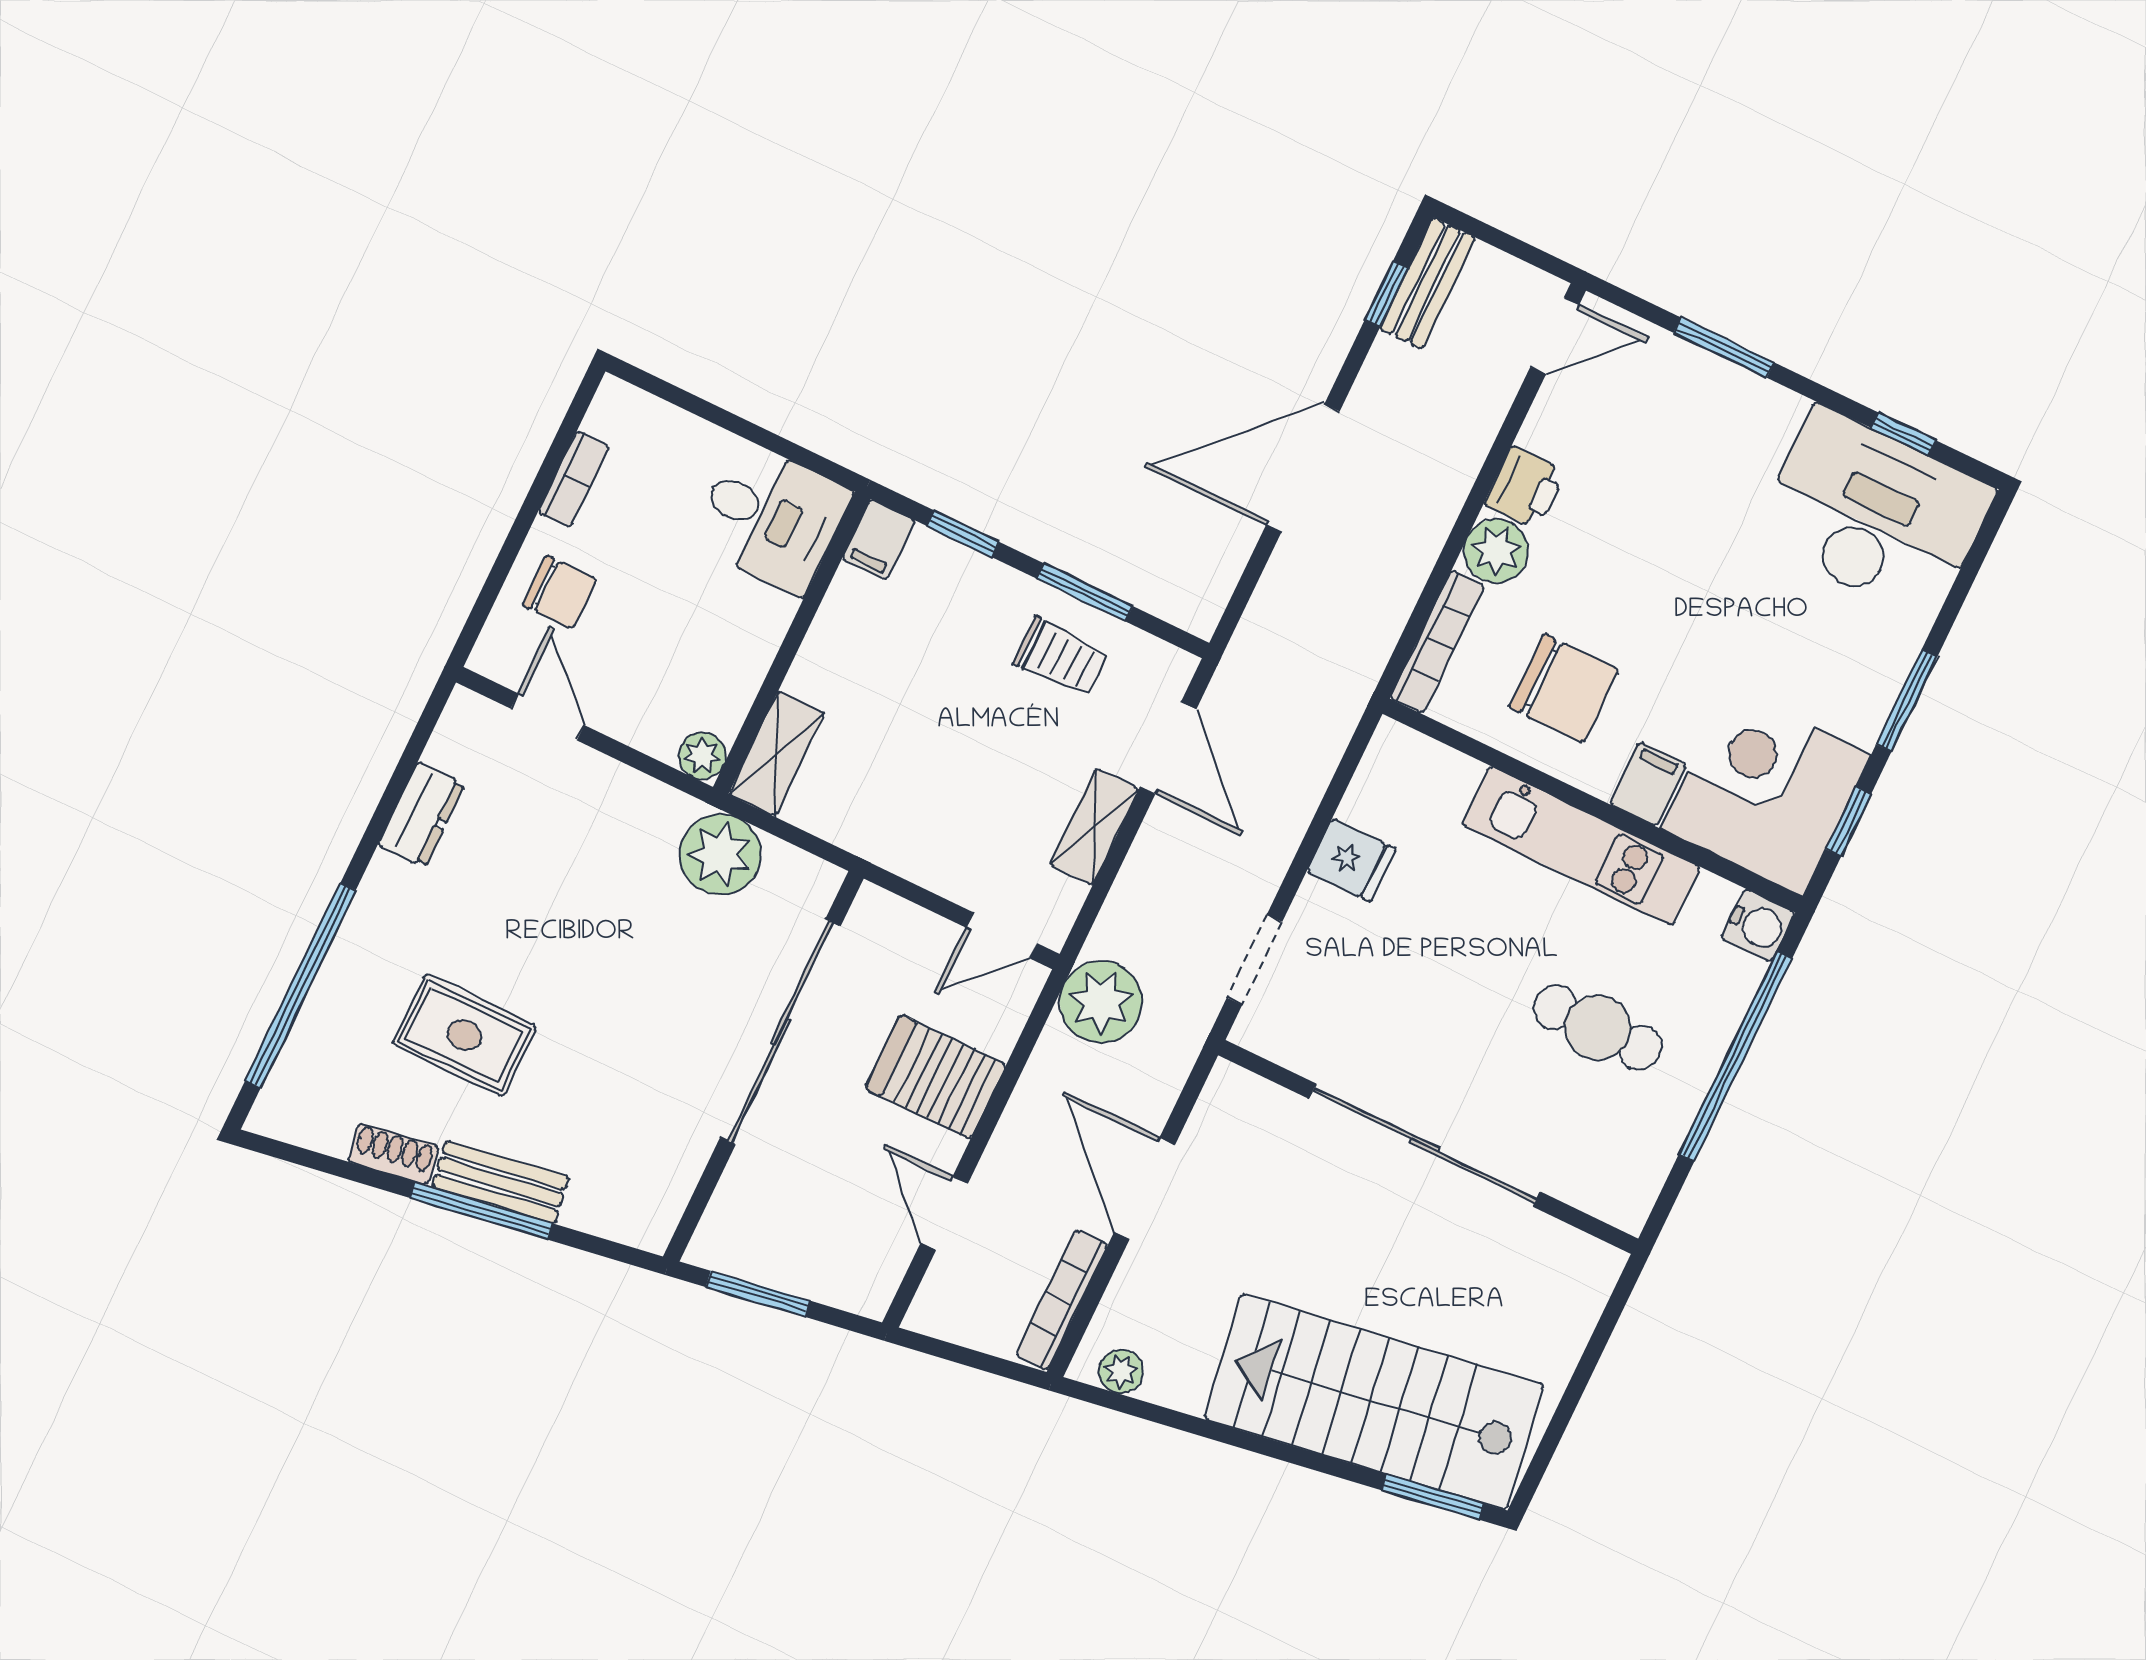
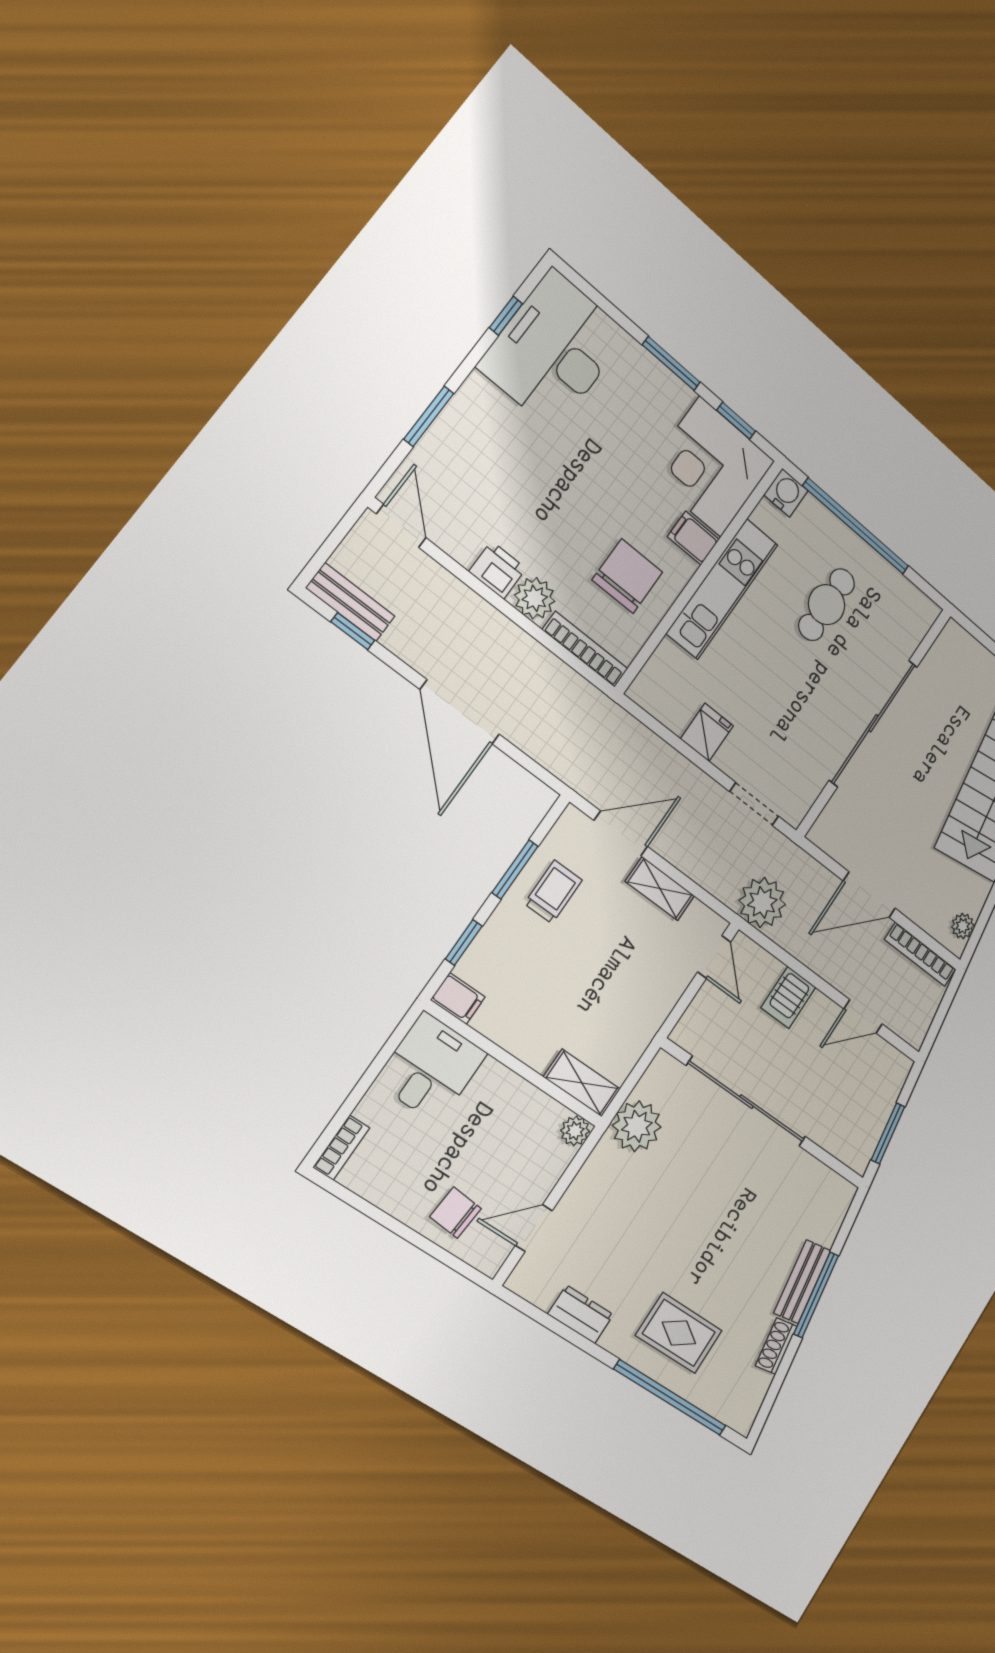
bookcase: (574, 479) -> (341, 1148), moved, turned 90
chair: (560, 592) -> (455, 1213), turned -85
rug: (464, 1035) -> (679, 1333), moved, turned 90
server rack: (936, 1077) -> (788, 997), width x0.73, depth x0.70

